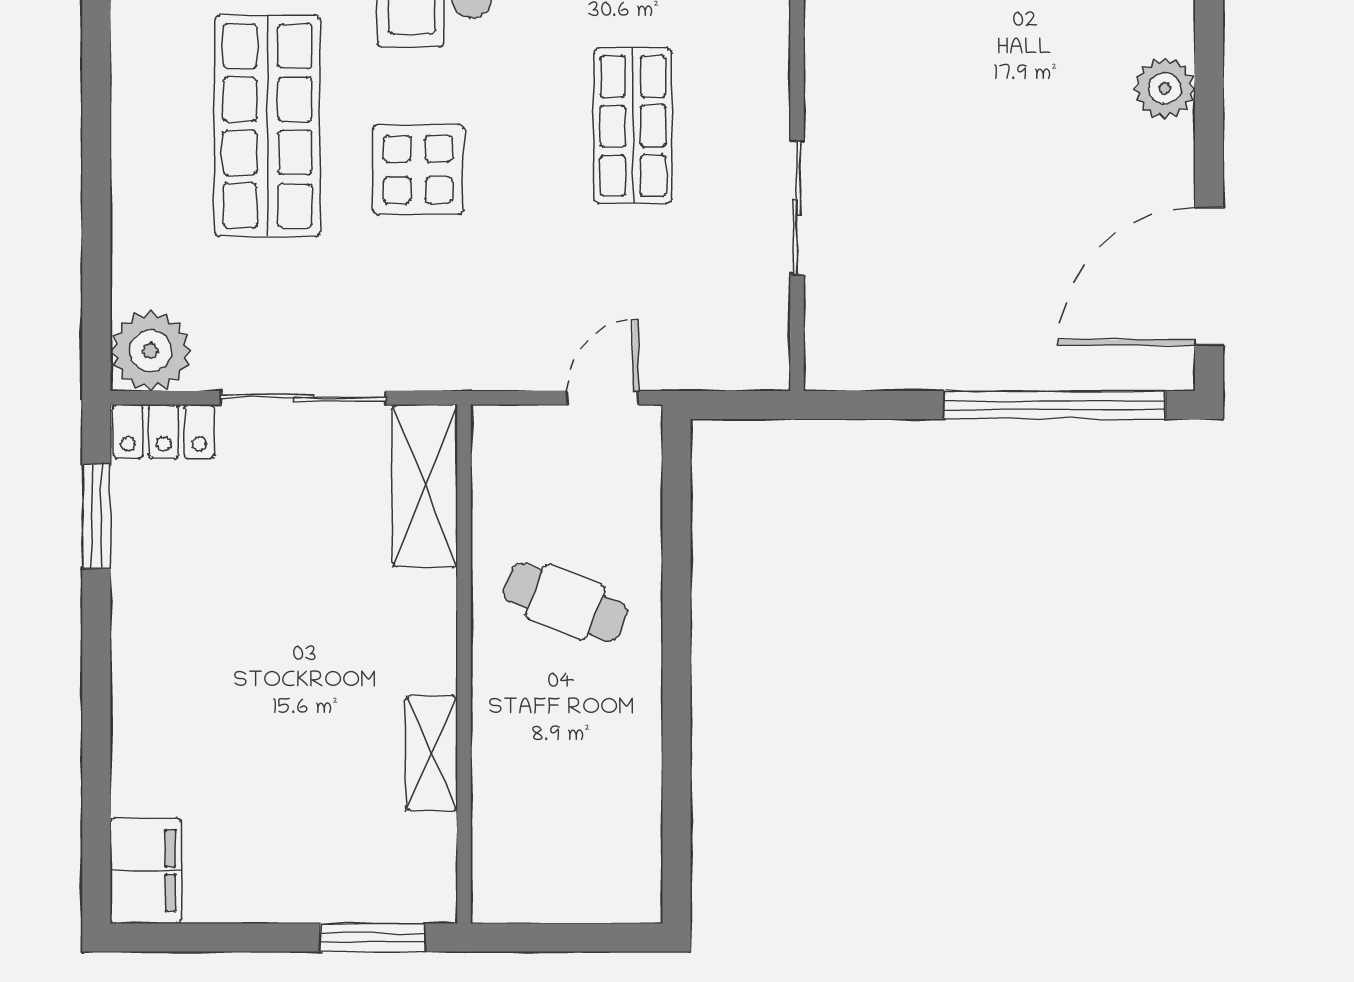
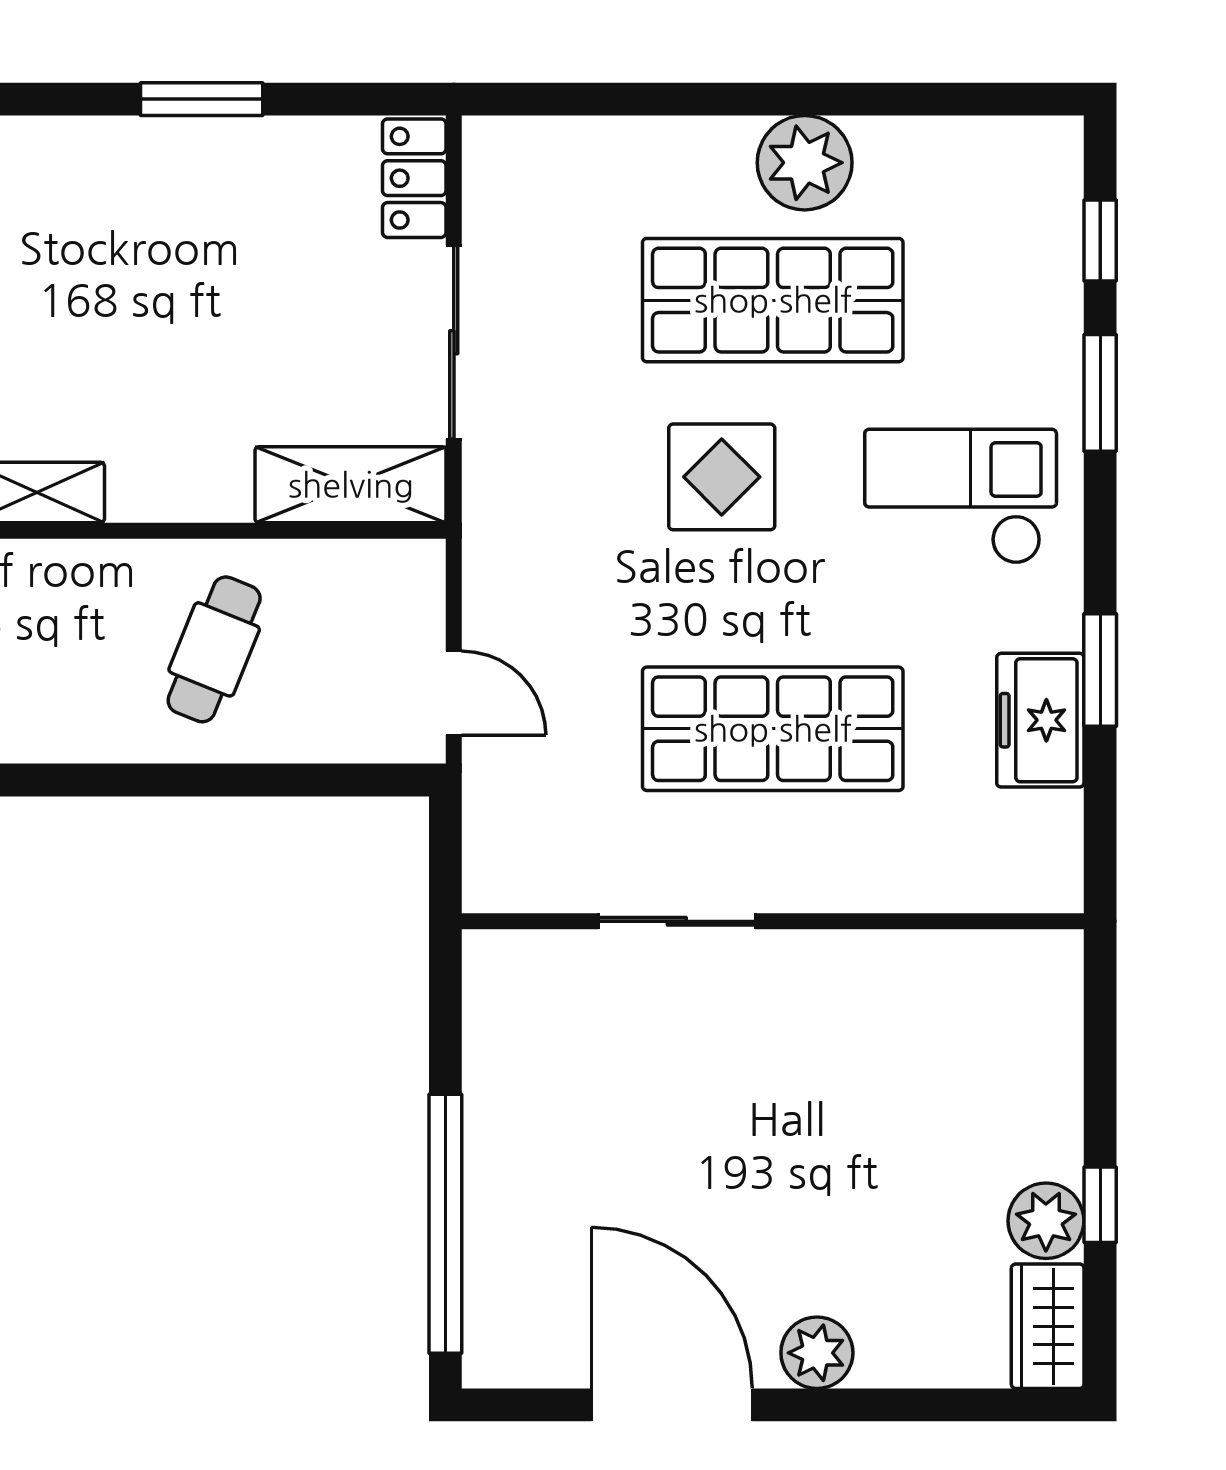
shop shelf: (633, 126) -> (773, 729), width x1.43, depth x1.36
door: (1209, 276) -> (672, 1405), moved
plant: (150, 351) -> (805, 163), moved
window: (96, 516) -> (202, 99), moved

